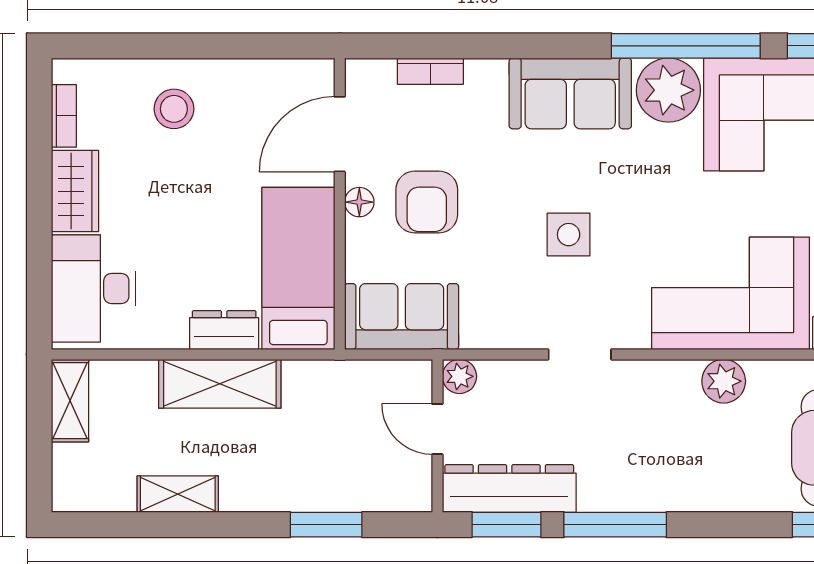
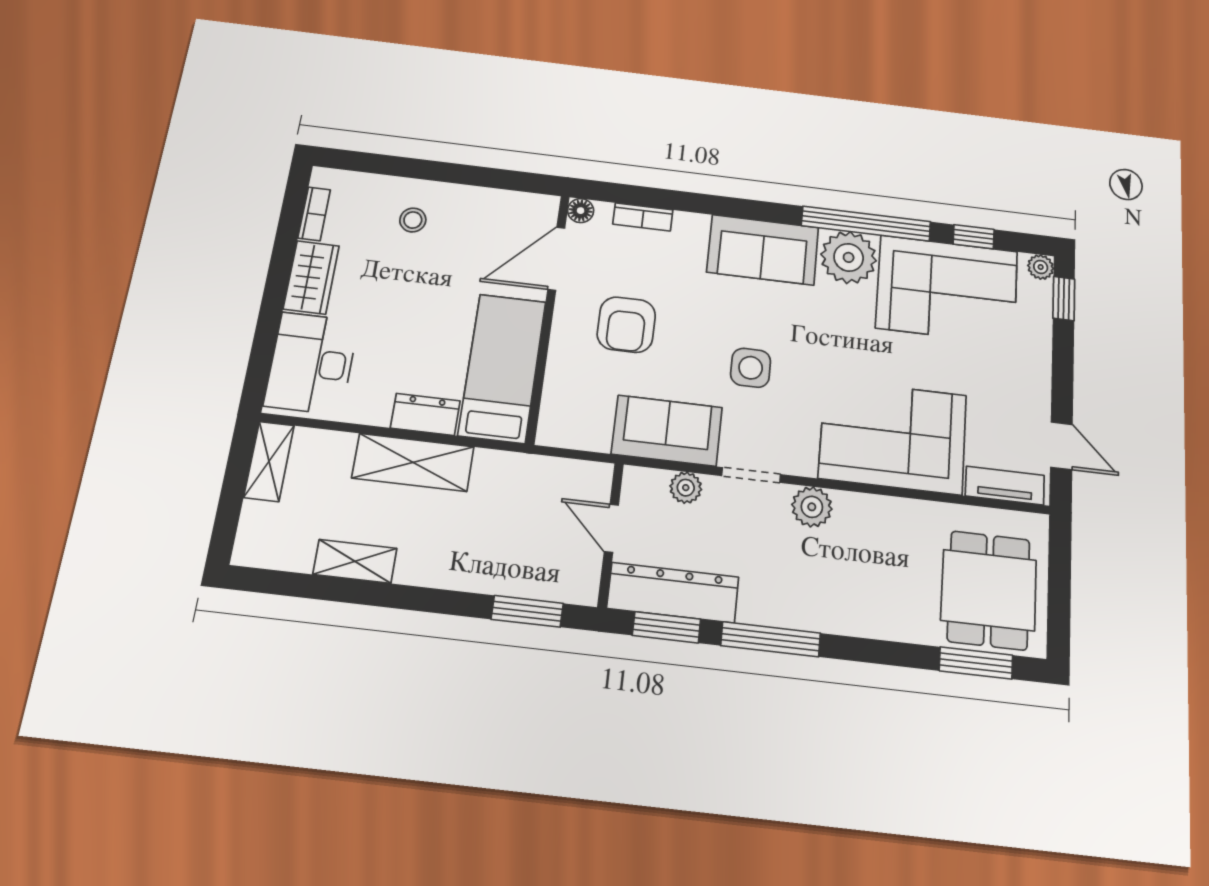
stool: (174, 109) -> (413, 220), width x0.73, depth x0.73
floor lamp: (359, 202) -> (581, 211), moved
sofa: (402, 317) -> (667, 431), moved
plant: (459, 376) -> (686, 488), moved
plant: (724, 381) -> (812, 507), moved
window: (326, 525) -> (527, 611), moved

